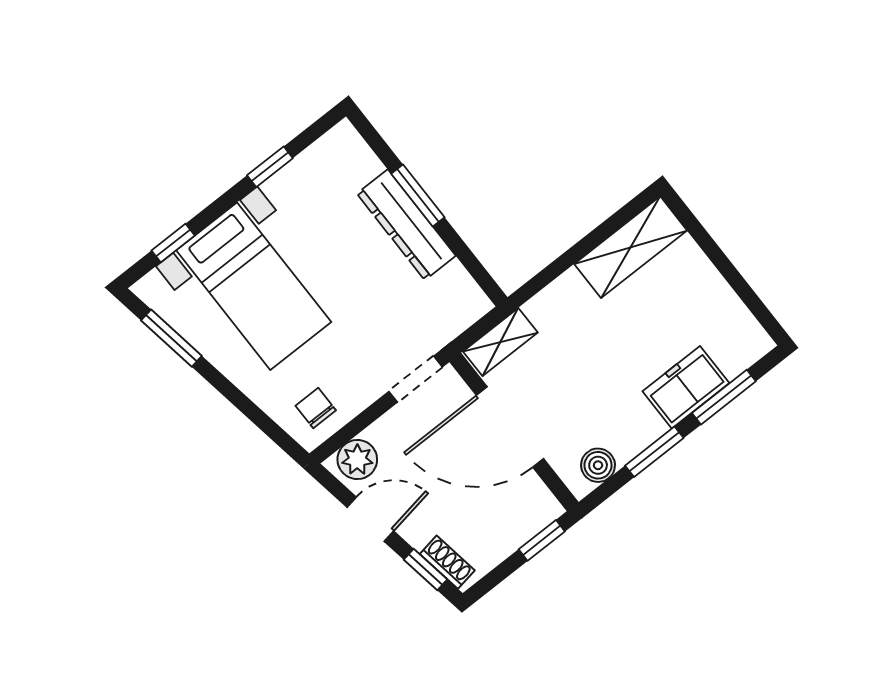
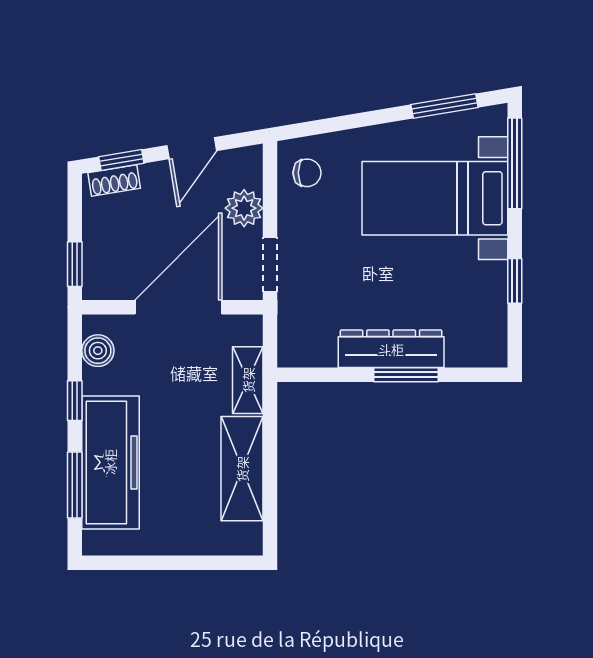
window: (173, 243) -> (515, 163), width x2.17
shelving: (631, 247) -> (242, 469), moved
shelving: (500, 342) -> (248, 380), moved
freezer: (686, 387) -> (110, 462), width x1.91, depth x1.26
window: (654, 452) -> (75, 401), width x0.67
plant: (357, 460) -> (244, 208), moved

